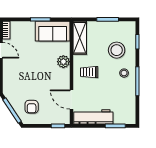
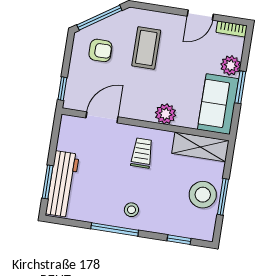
plant: (28, 27) -> (231, 65), added
stool: (117, 50) -> (203, 195), moved
coffee table: (26, 80) -> (146, 48), added
armchair: (32, 107) -> (100, 50), turned 180
workbench: (93, 117) -> (62, 184), moved

